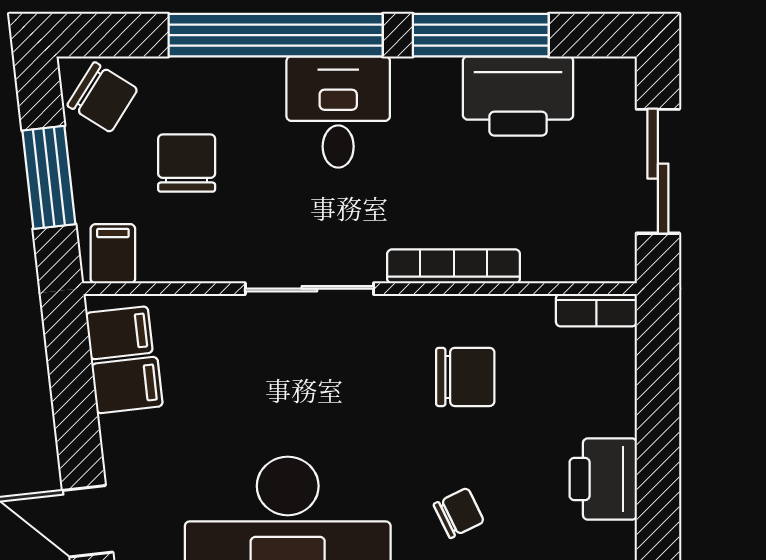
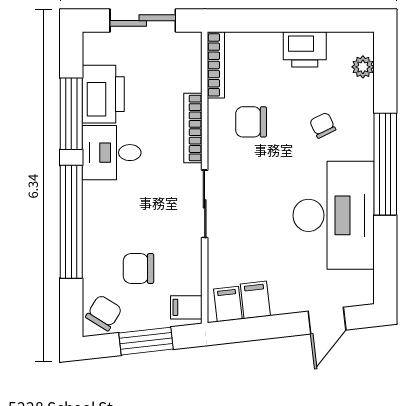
desk: (338, 112) -> (112, 153), moved
bookcase: (596, 310) -> (216, 65), width x1.56
chair: (465, 377) -> (251, 122), turned -90

